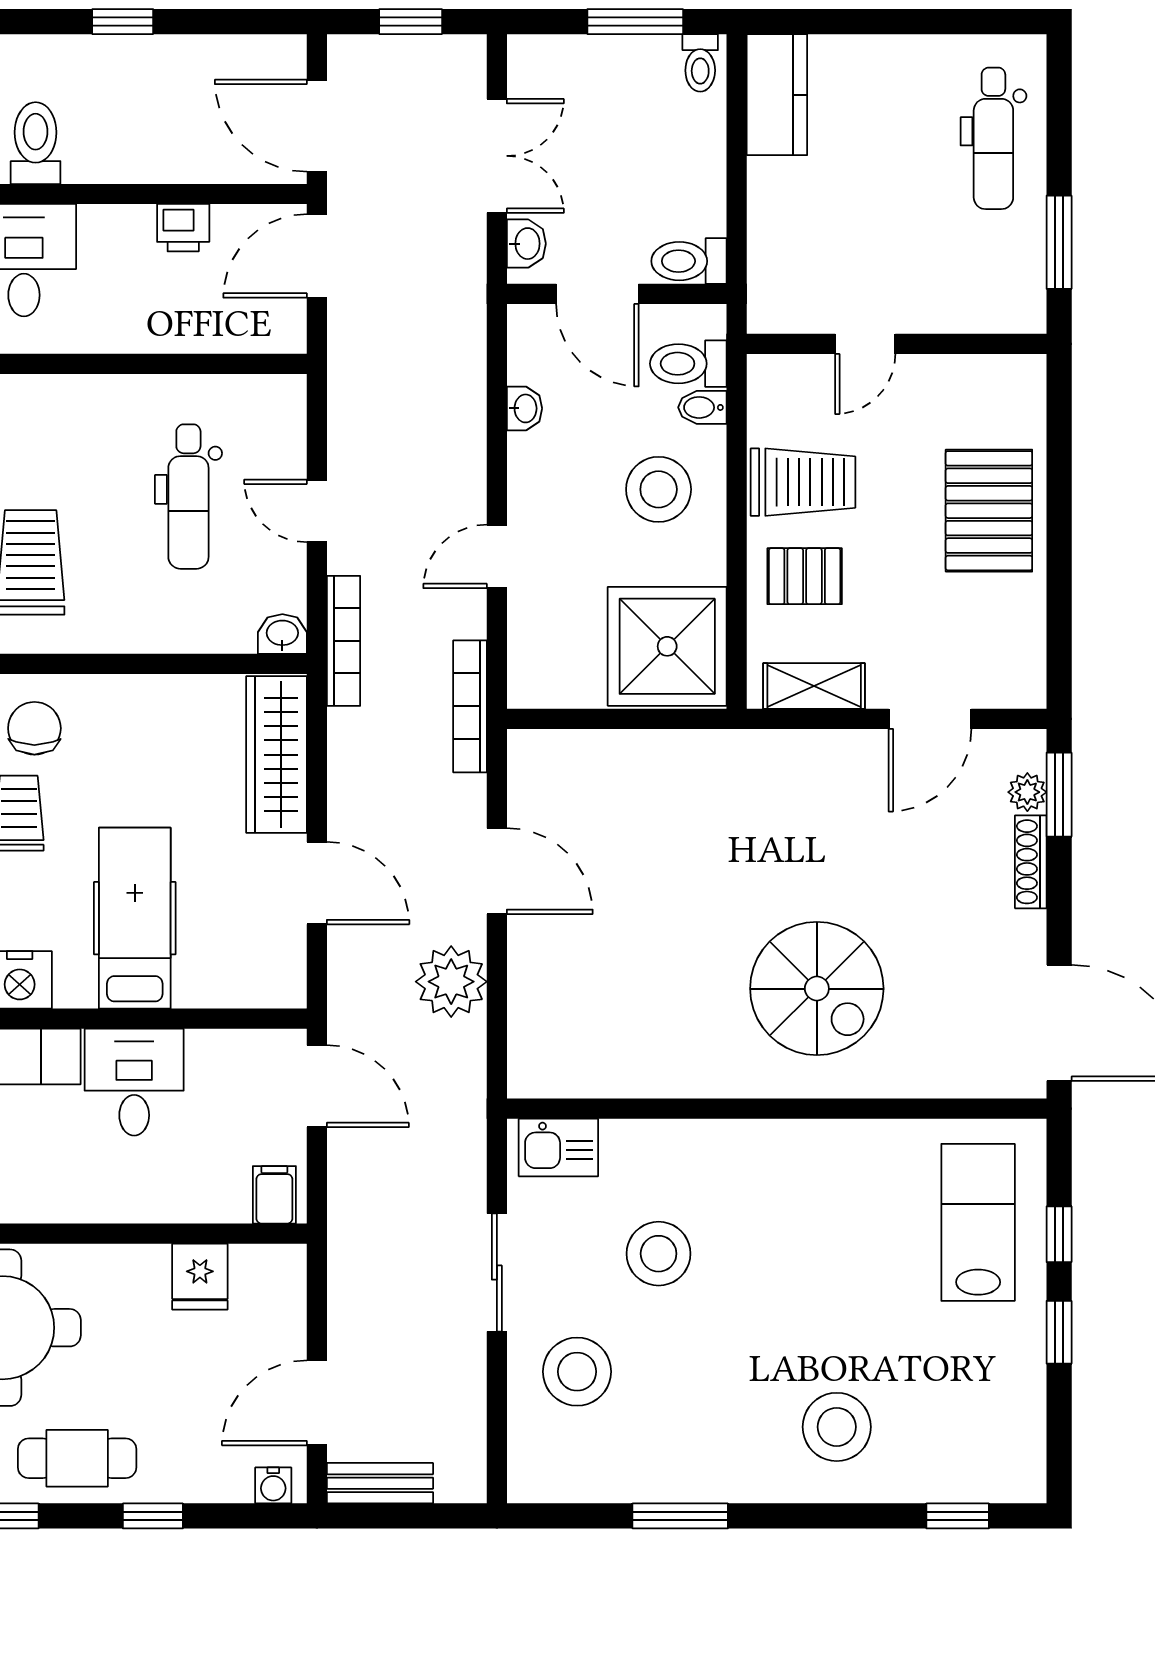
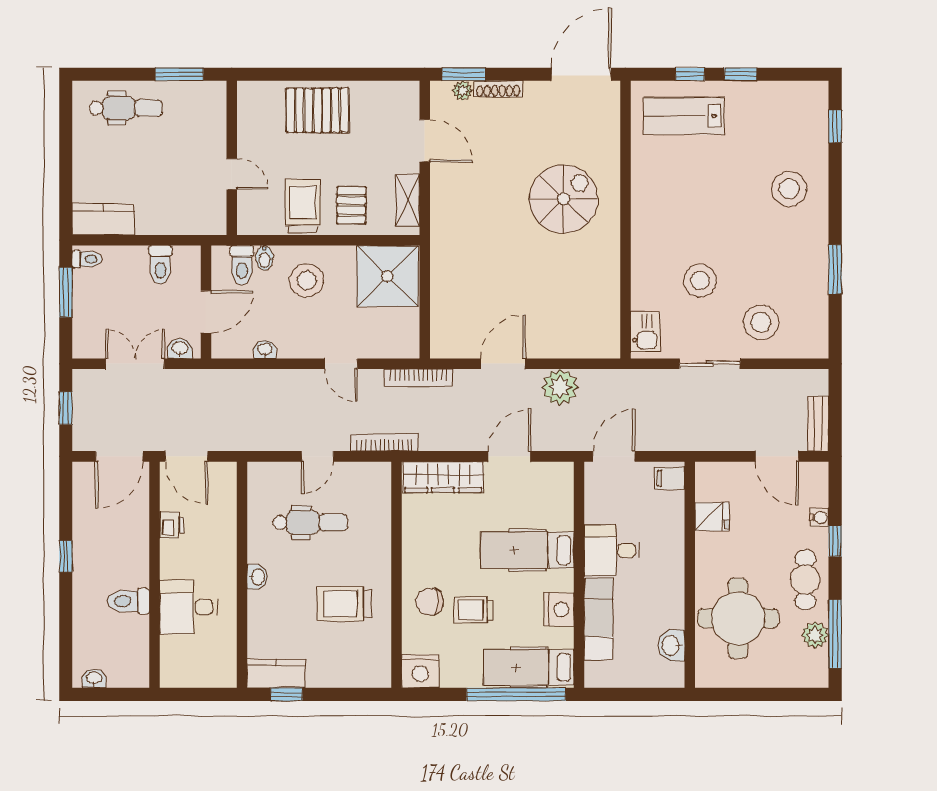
toilet: (689, 261) -> (160, 265), moved
washbasin: (282, 634) -> (257, 577), moved, turned 180
water cooler: (273, 1485) -> (819, 517), moved

